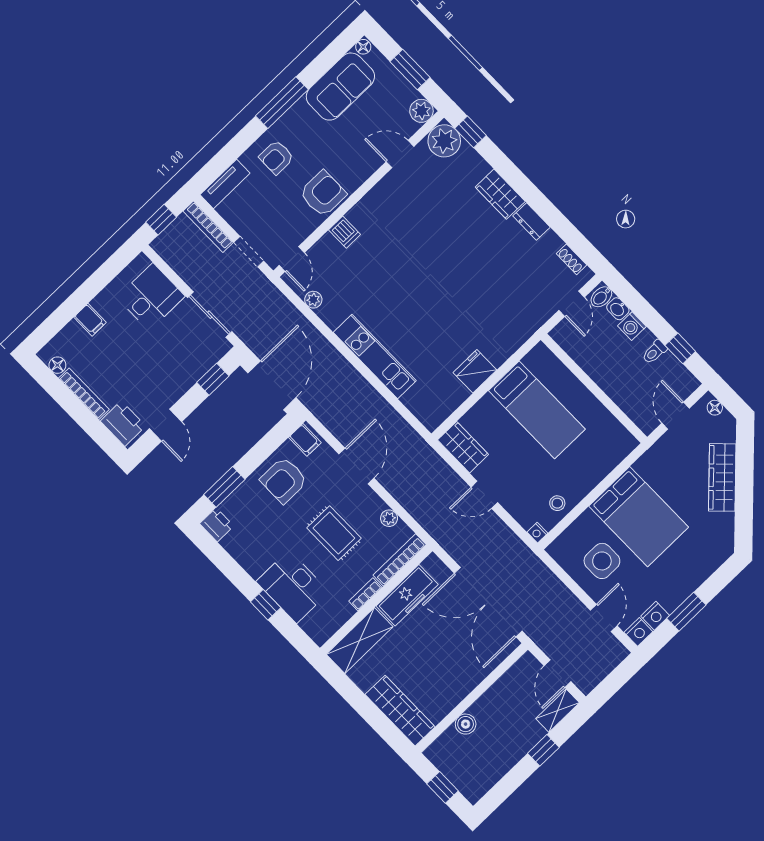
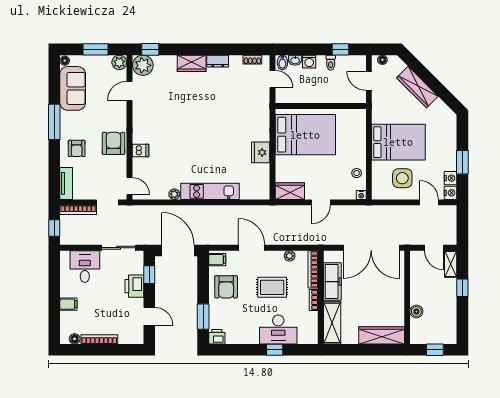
plant: (313, 300) -> (174, 194), moved
bed: (537, 410) -> (305, 135), width x1.50
printer: (123, 424) -> (134, 286), moved, turned -90

